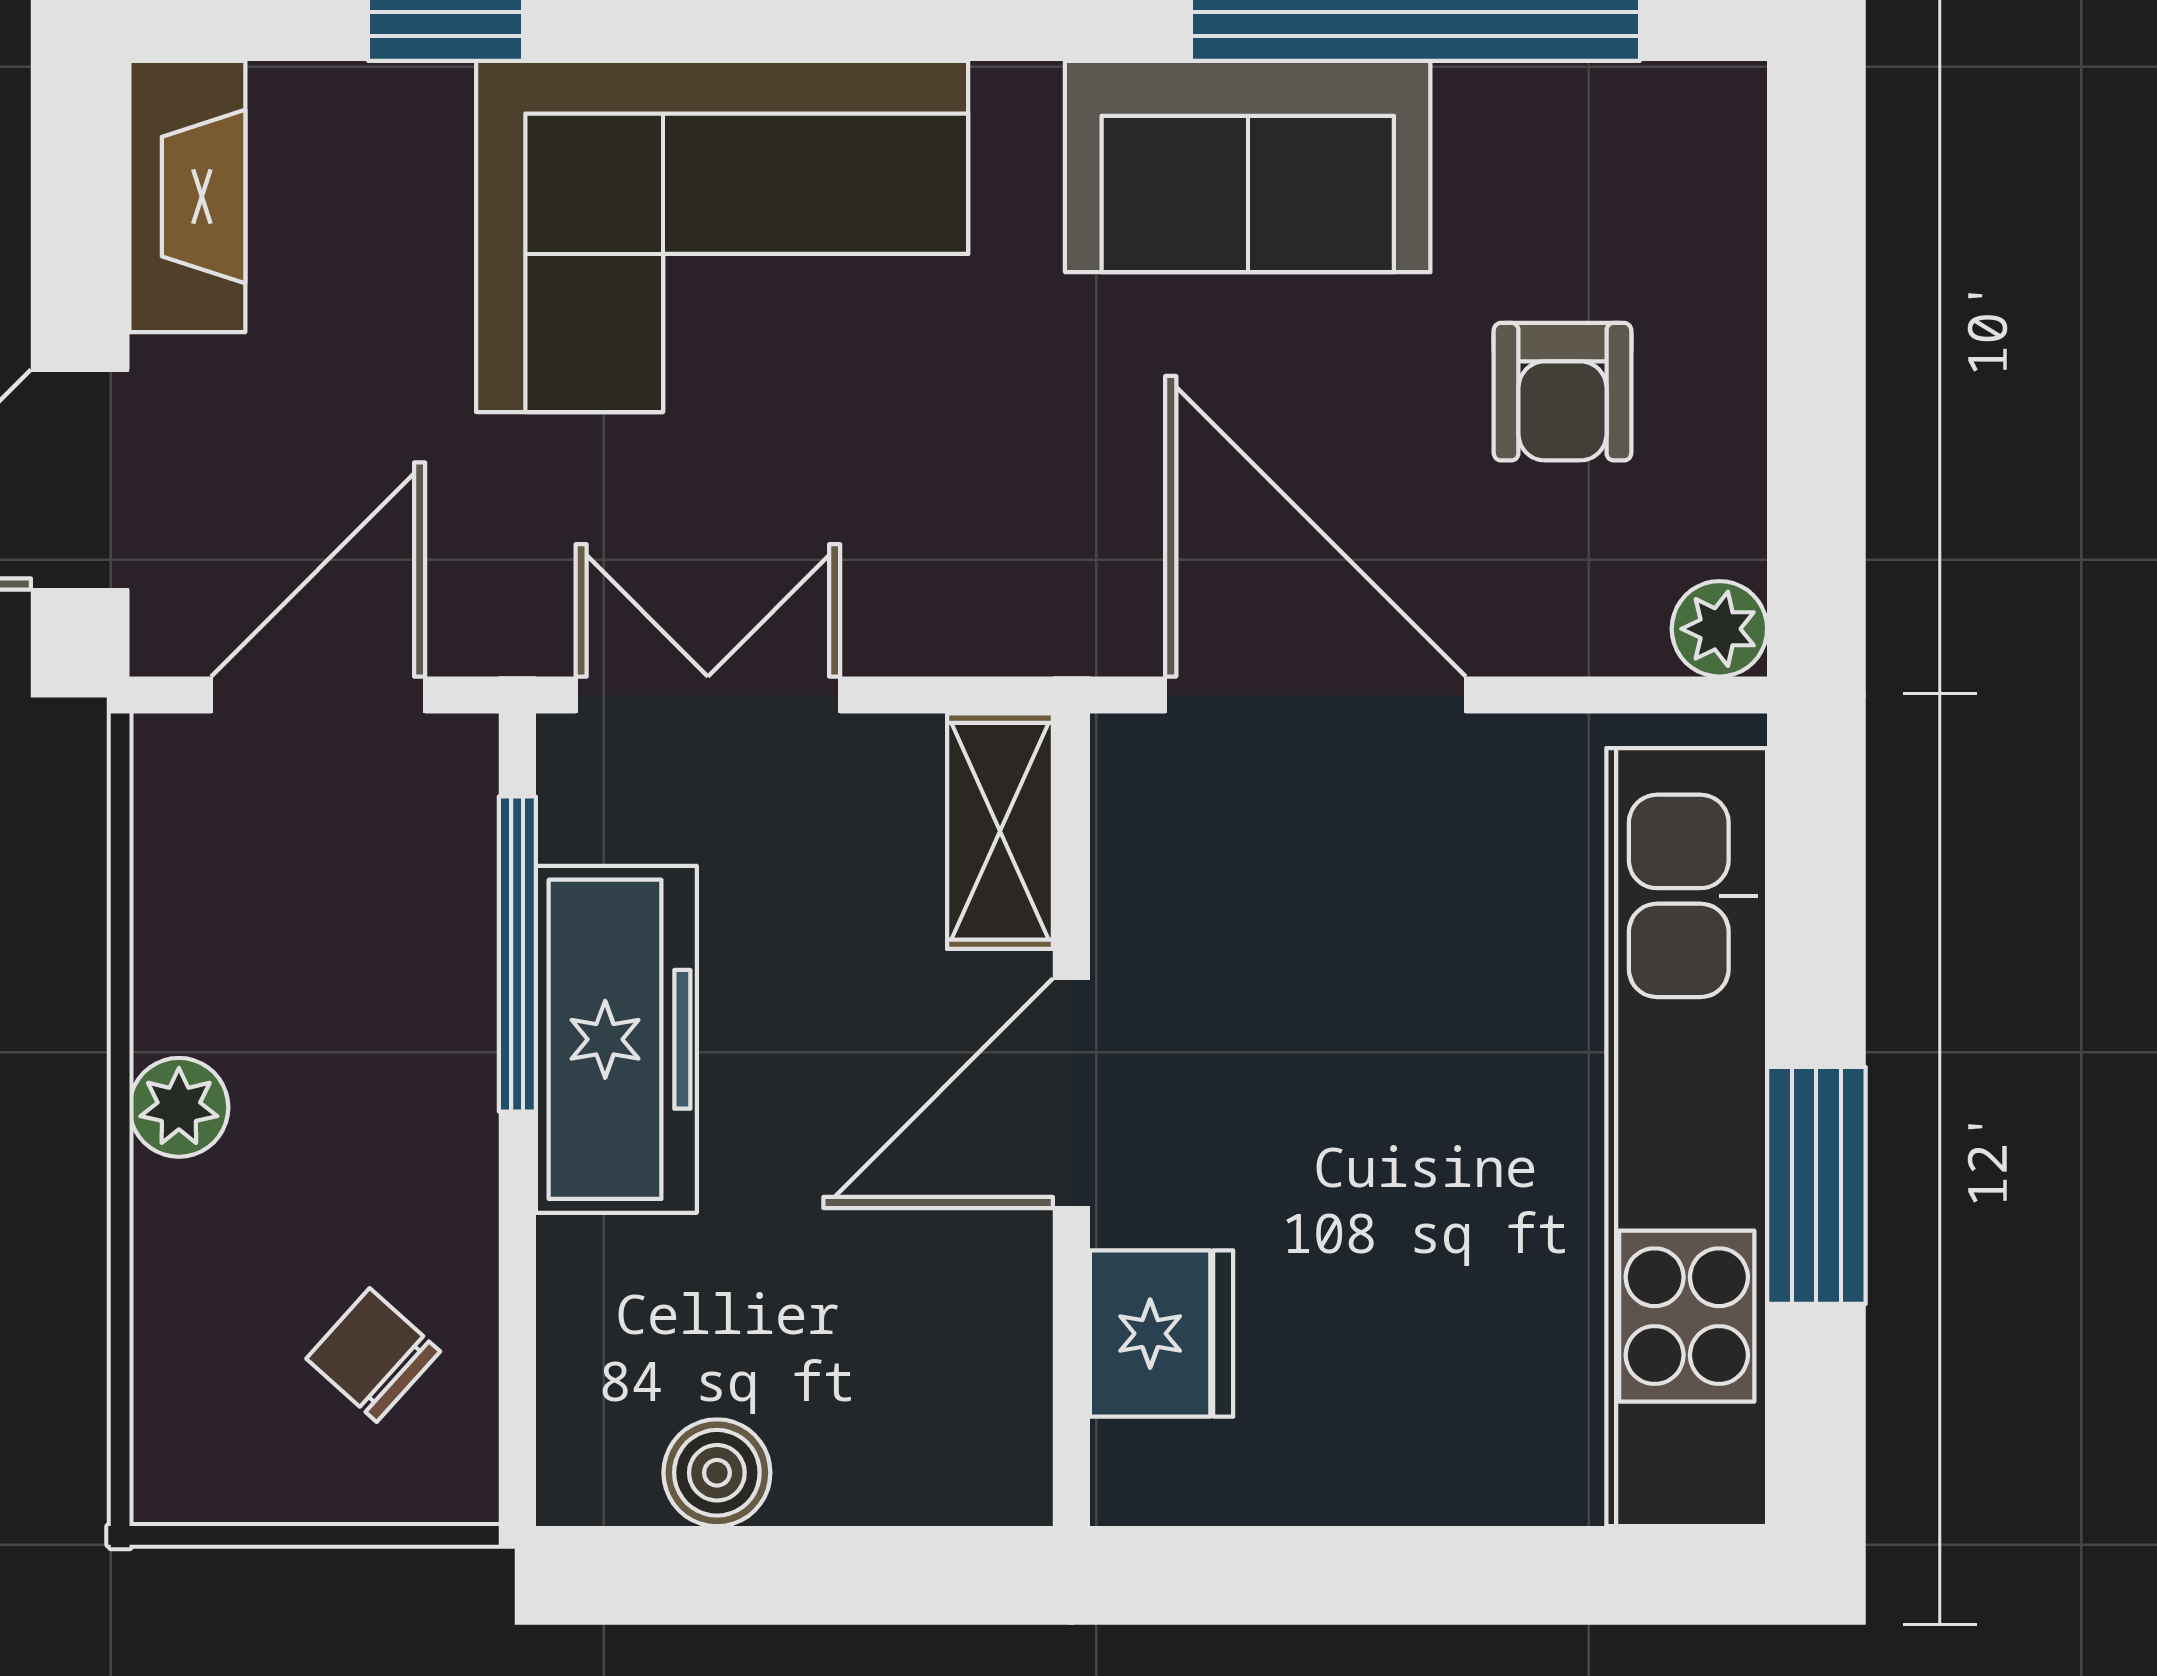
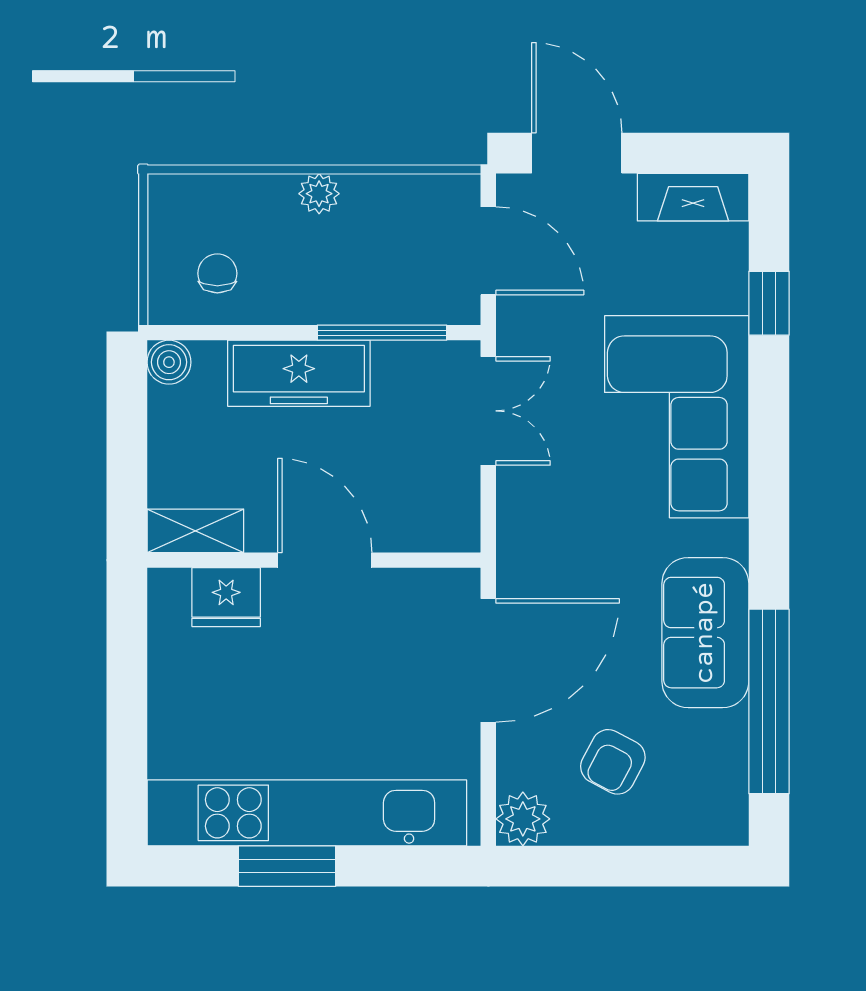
armchair: (1563, 392) -> (613, 762), turned -62
plant: (1719, 629) -> (523, 819), width x1.38, depth x1.38
shelving: (1000, 831) -> (195, 531), moved
freezer: (616, 1039) -> (299, 373), moved
chair: (373, 1355) -> (217, 273), turned -42
boiler: (717, 1473) -> (169, 362), moved

